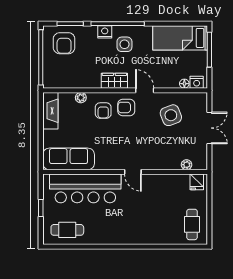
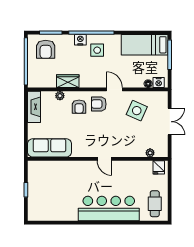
wardrobe: (114, 81) -> (68, 81), moved
side table: (171, 115) -> (137, 111), turned 45
bar counter: (85, 188) -> (109, 209), moved, turned 180
cafe table: (67, 230) -> (48, 208), removed

